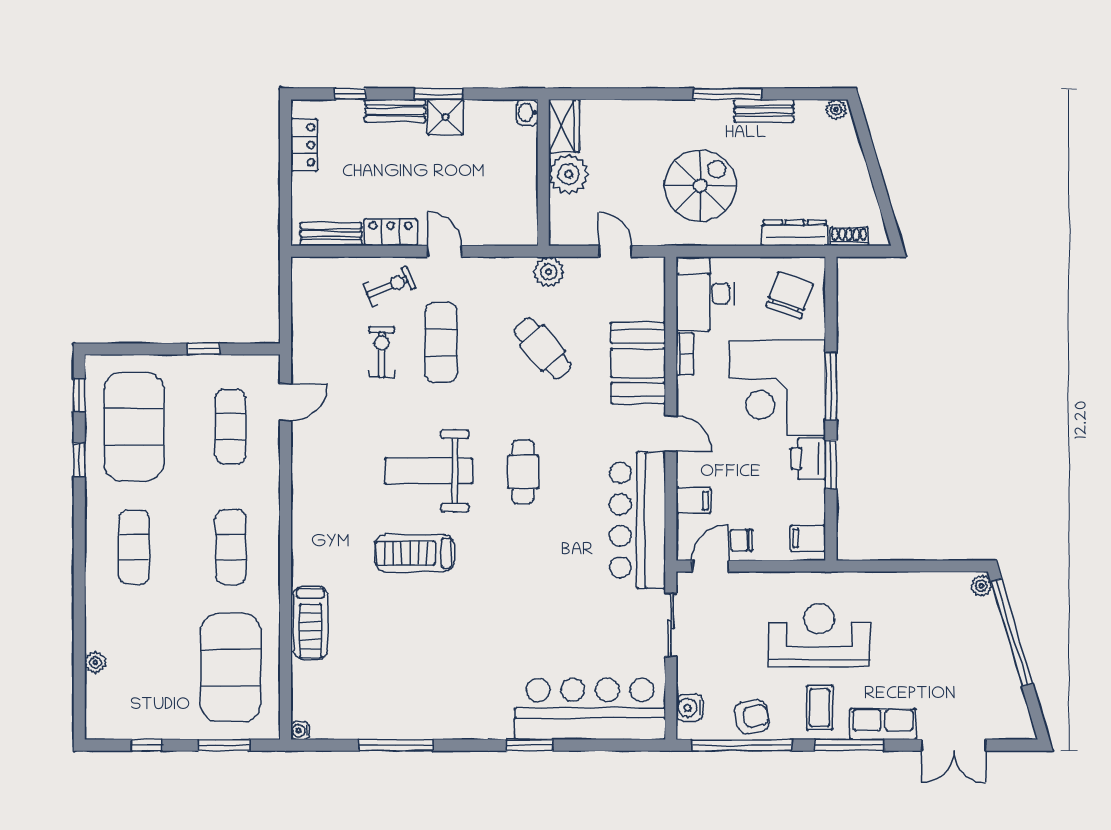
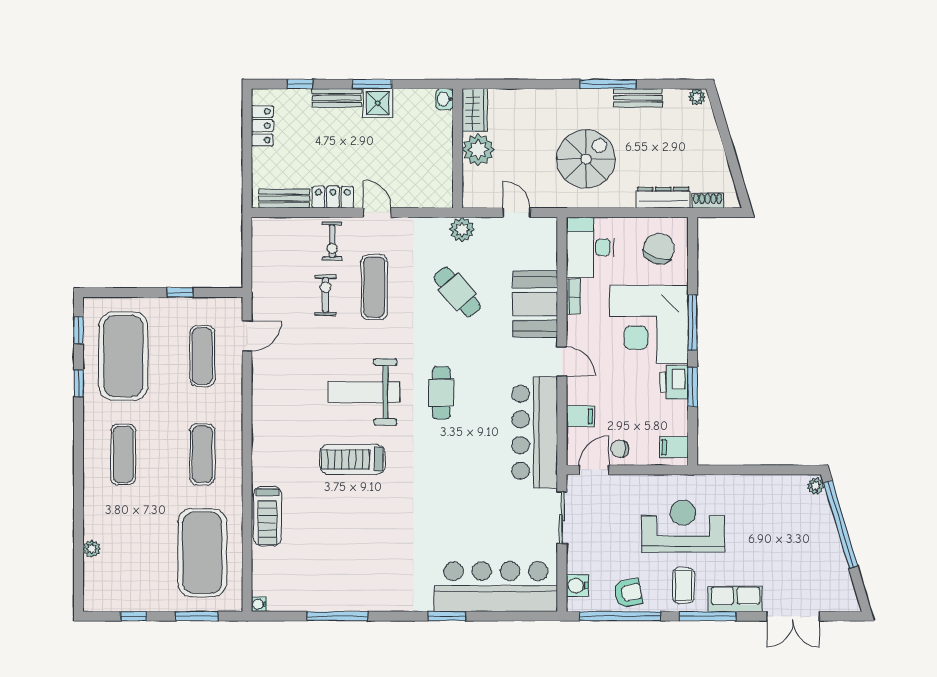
exercise bike: (390, 286) -> (332, 241), turned 113

